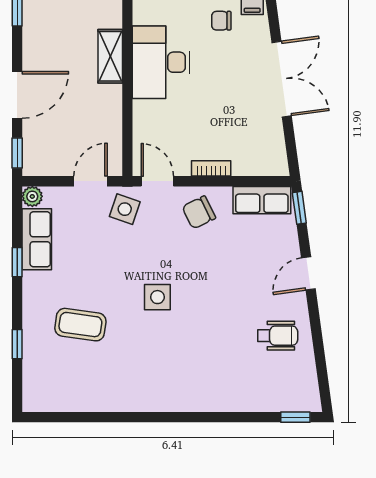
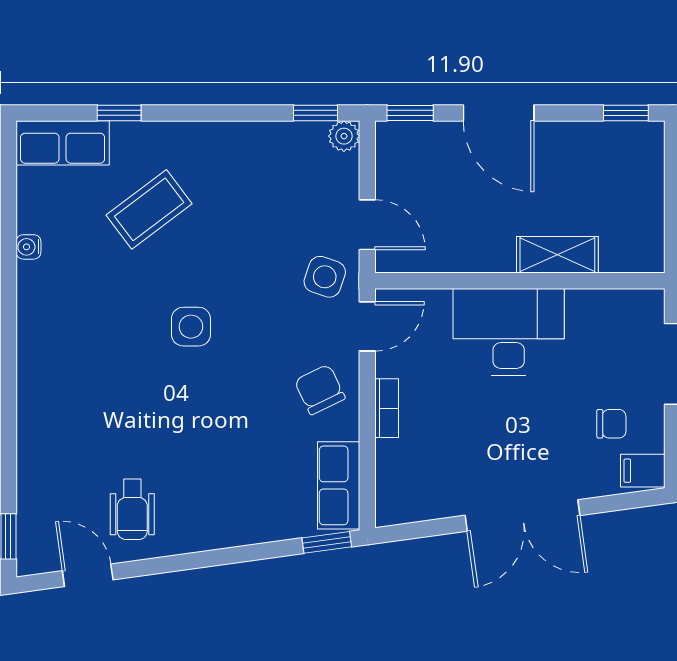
chair: (221, 21) -> (611, 424), turned 90
desk: (161, 62) -> (509, 332), moved
row of seats: (37, 239) -> (63, 143), moved
window: (17, 262) -> (315, 113), moved
door: (308, 273) -> (88, 575), moved
coffee table: (80, 325) -> (149, 209), turned 45
water cooler: (105, 404) -> (28, 247), added

